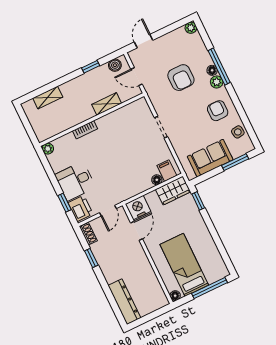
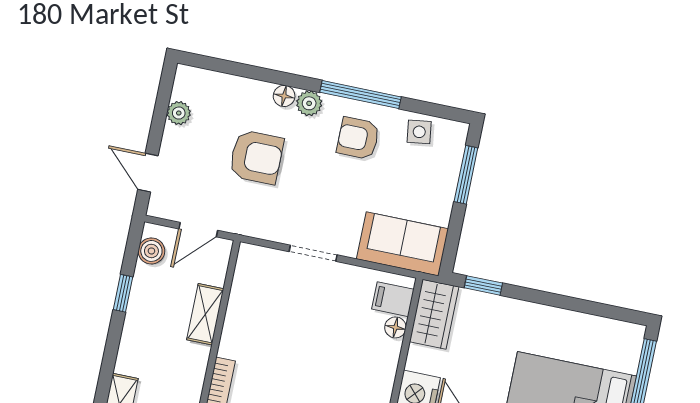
plant: (191, 28) -> (179, 113), moved
window: (219, 66) -> (361, 95), moved
sofa: (210, 158) -> (402, 244), moved, turned 90

